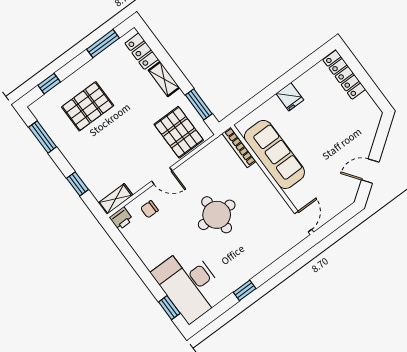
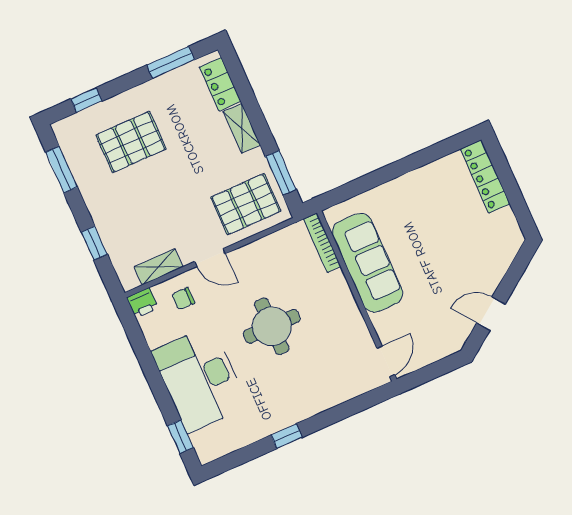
fridge: (290, 97) -> (405, 190), removed
pallet: (179, 132) -> (246, 204), turned 90
shelving: (115, 199) -> (159, 267), moved
desk: (189, 284) -> (200, 379), moved

